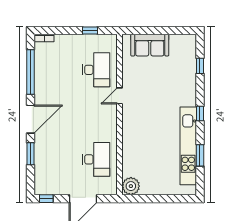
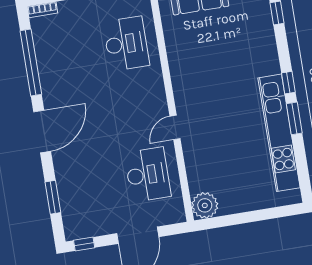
door: (120, 96) -> (175, 127), moved
window: (31, 154) -> (53, 197), moved
window: (200, 155) -> (294, 118), moved

